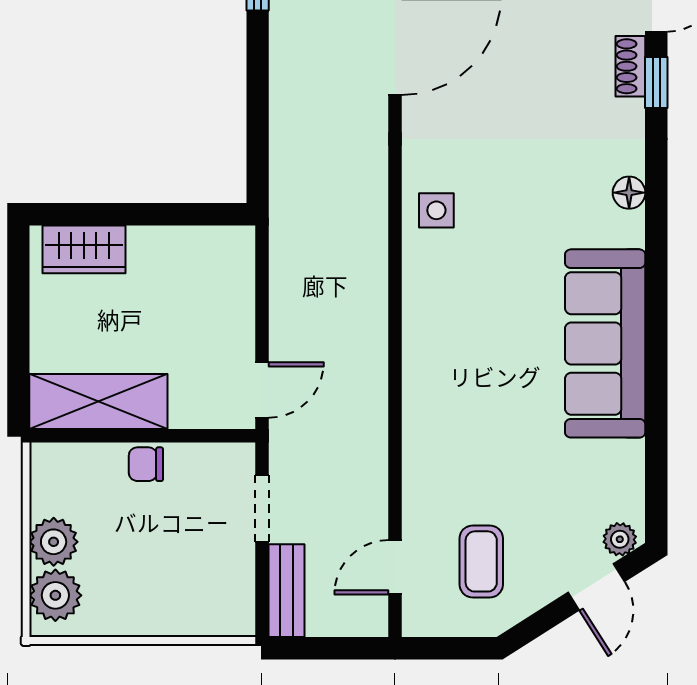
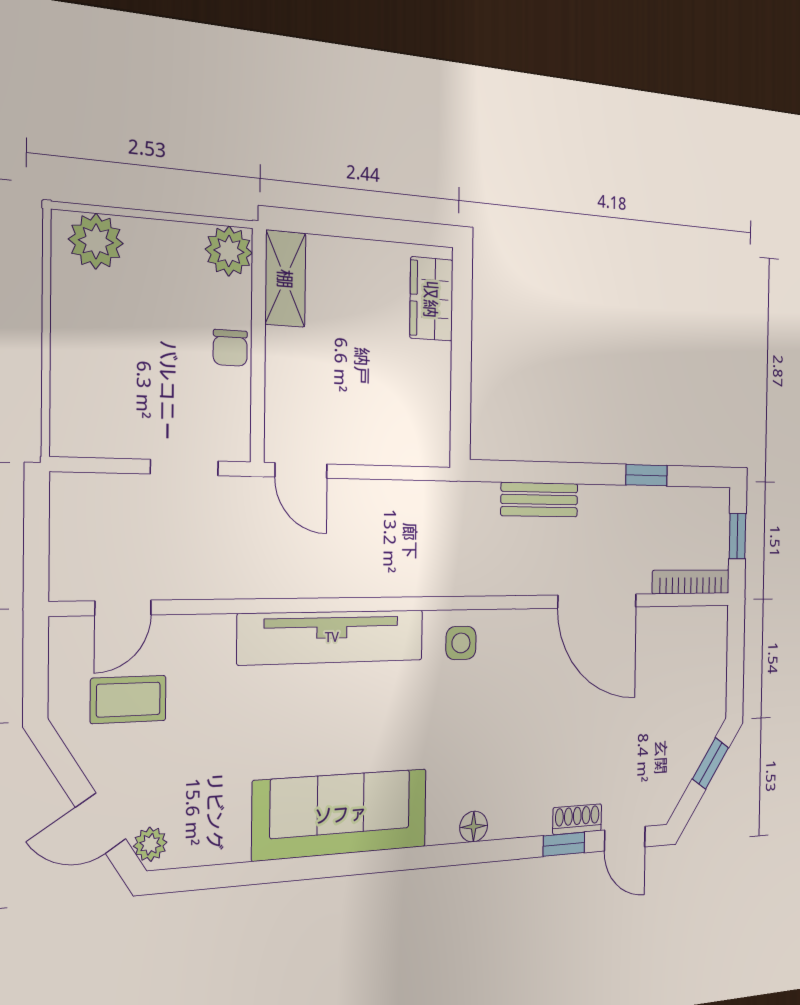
tv unit: (427, 355) -> (332, 637), added
shelving: (98, 401) -> (285, 279), width x0.67, depth x0.75
chair: (146, 464) -> (230, 348), turned 180
plant: (54, 542) -> (229, 251), moved
door: (395, 567) -> (123, 608), swing flipped
bench: (286, 591) -> (539, 500), moved

